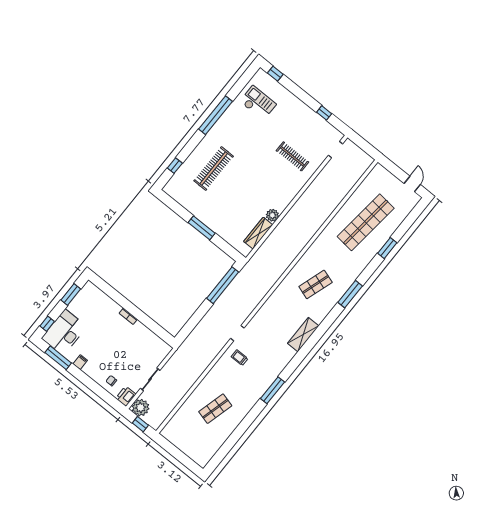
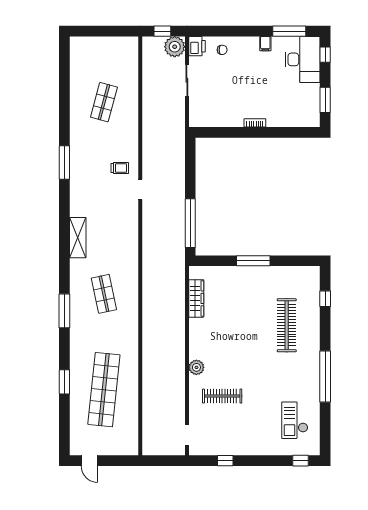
checkout: (258, 103) -> (295, 420), turned 90
plant: (272, 215) -> (196, 367), moved
shop shelf: (316, 284) -> (104, 294), turned -30

